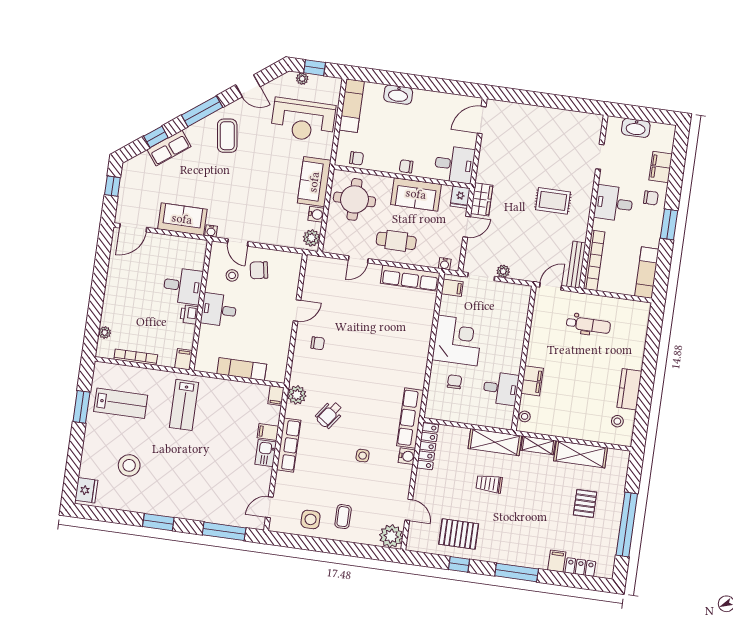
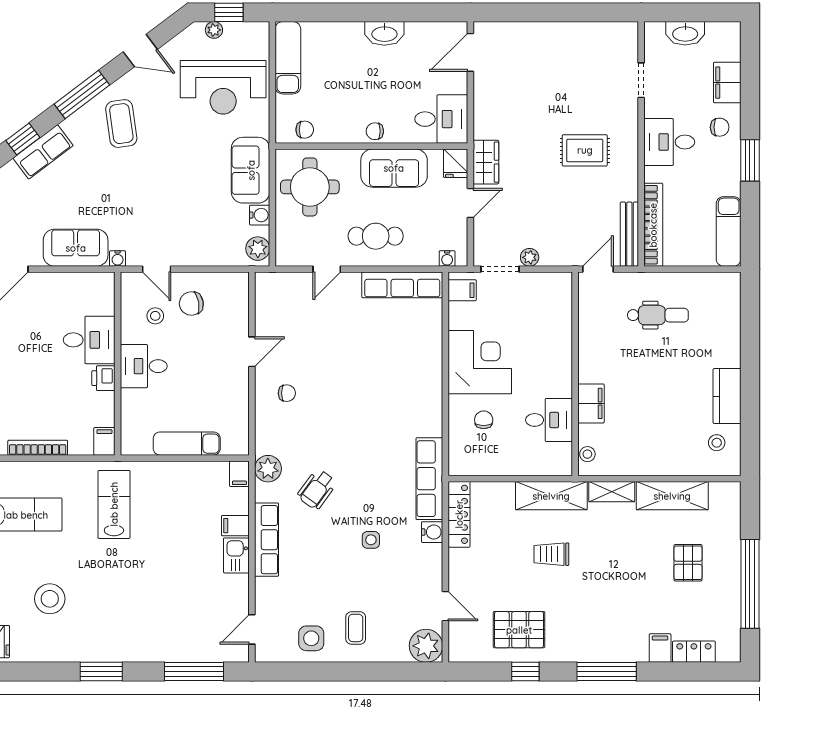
washbasin: (398, 95) -> (384, 33), moved
lab bench: (184, 405) -> (114, 504), turned 180

